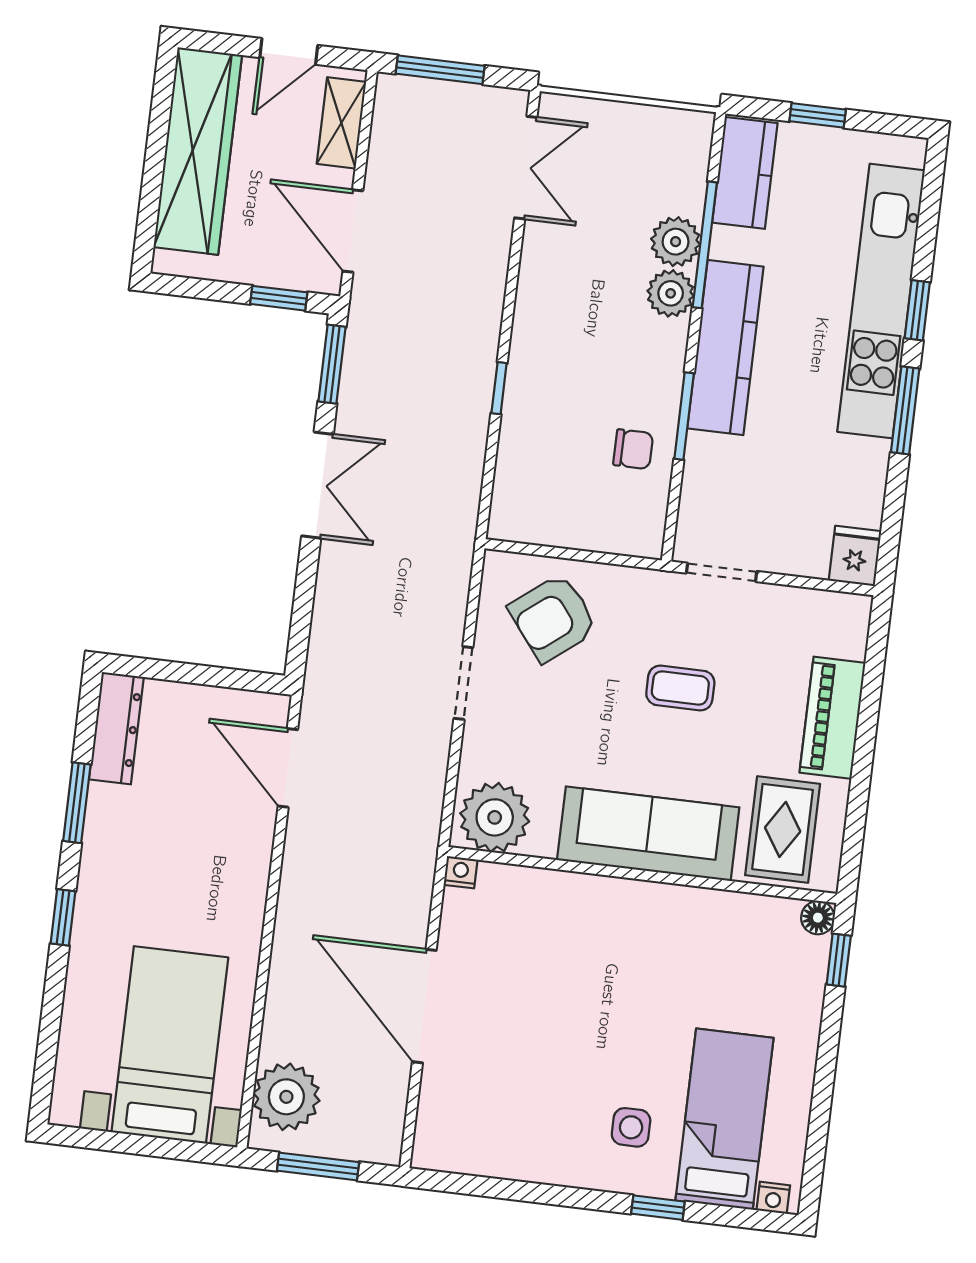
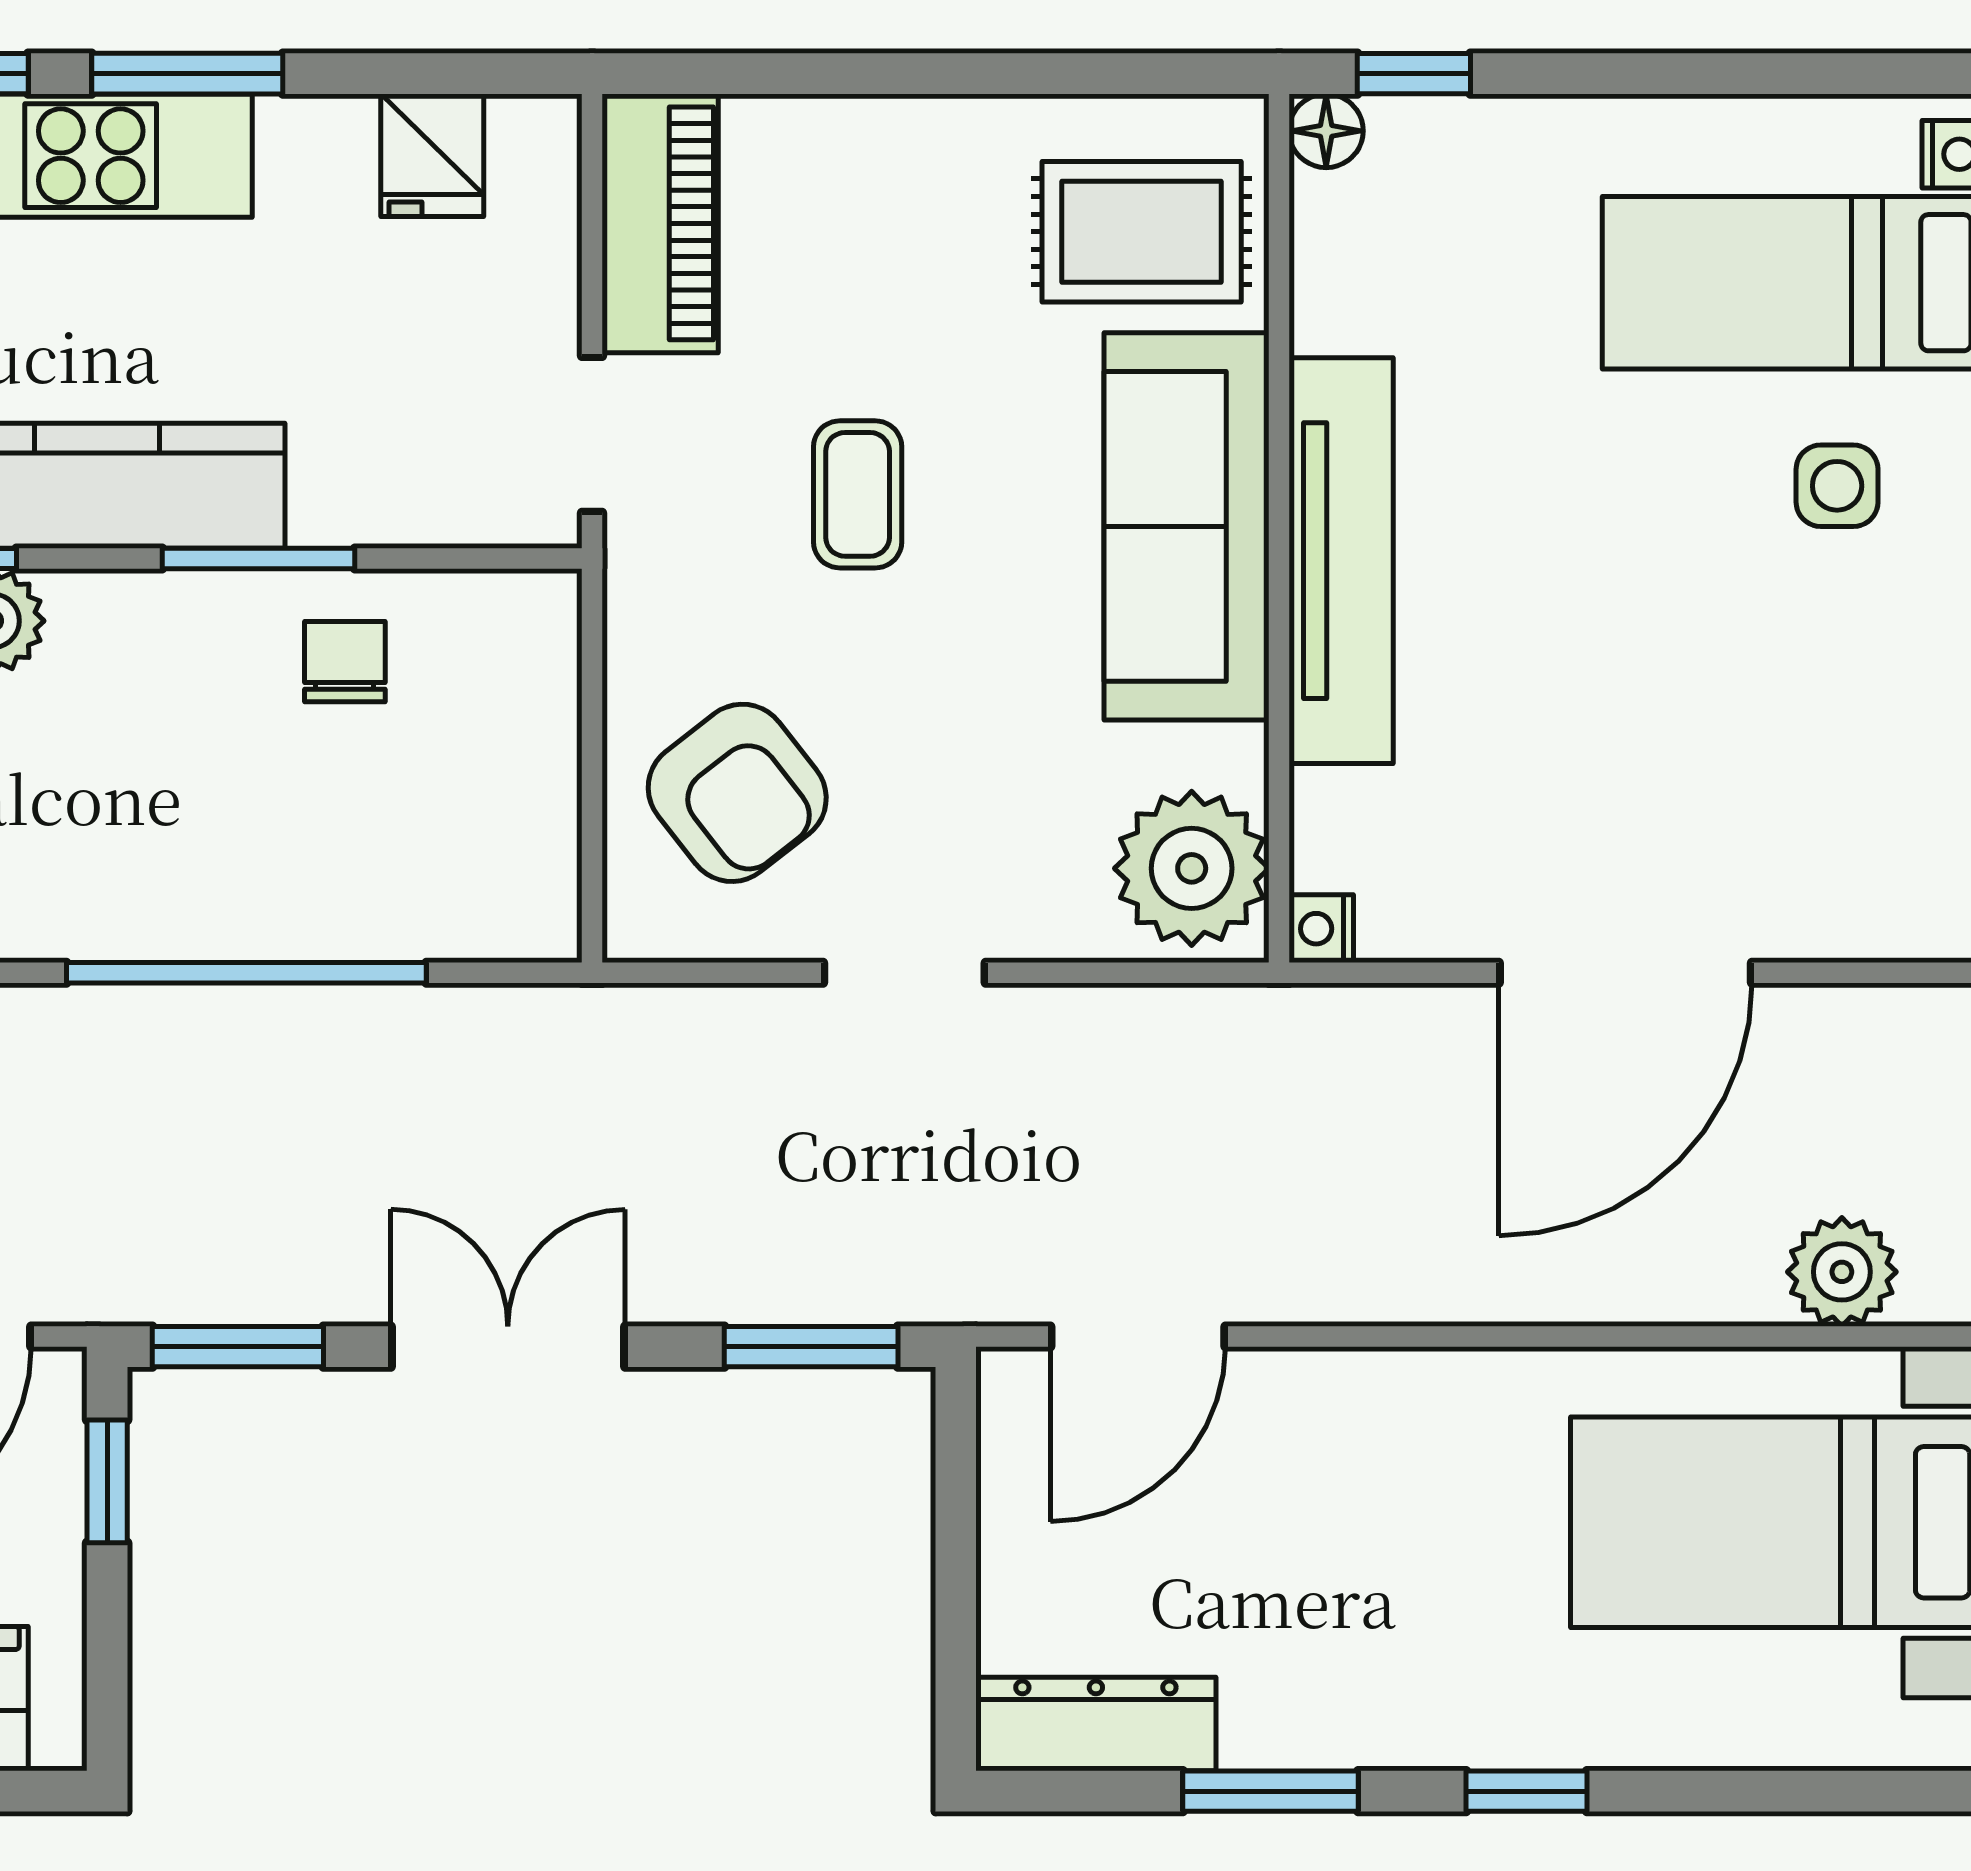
window: (499, 388) -> (246, 973), width x3.17
fridge: (855, 556) -> (432, 155), moved, turned -90
window: (301, 621) -> (811, 1347), added
piano: (832, 718) -> (660, 223), moved, turned -90
tv unit: (624, 901) -> (1341, 561), added
plant: (286, 1097) -> (1842, 1272), width x0.73, depth x0.73

